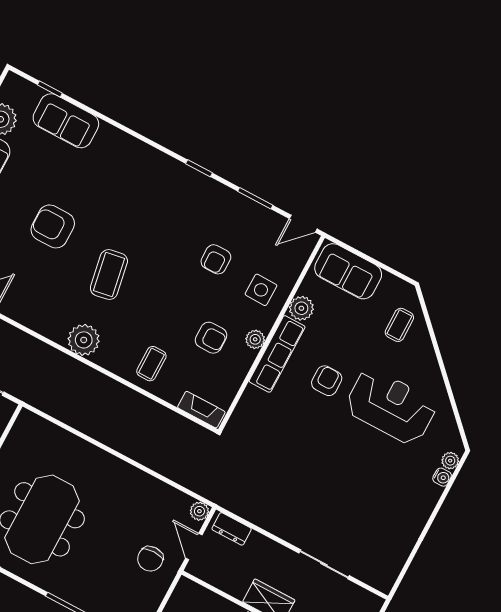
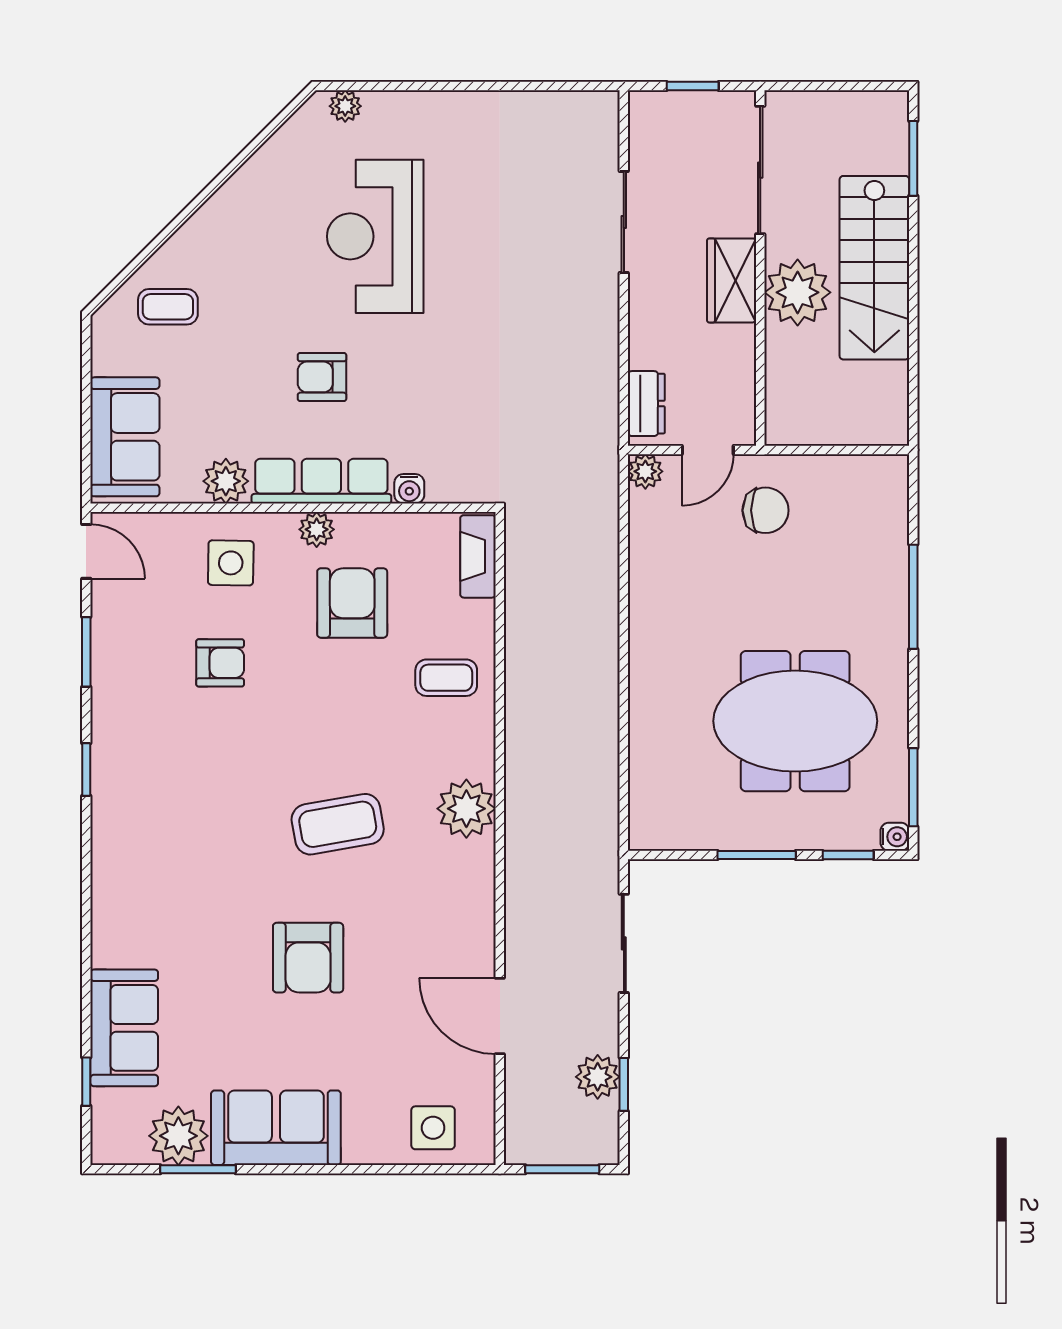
armchair: (211, 338) -> (352, 603), width x1.38, depth x1.38
reception desk: (391, 406) -> (375, 236), moved
water cooler: (442, 477) -> (409, 489), moved, turned 180

